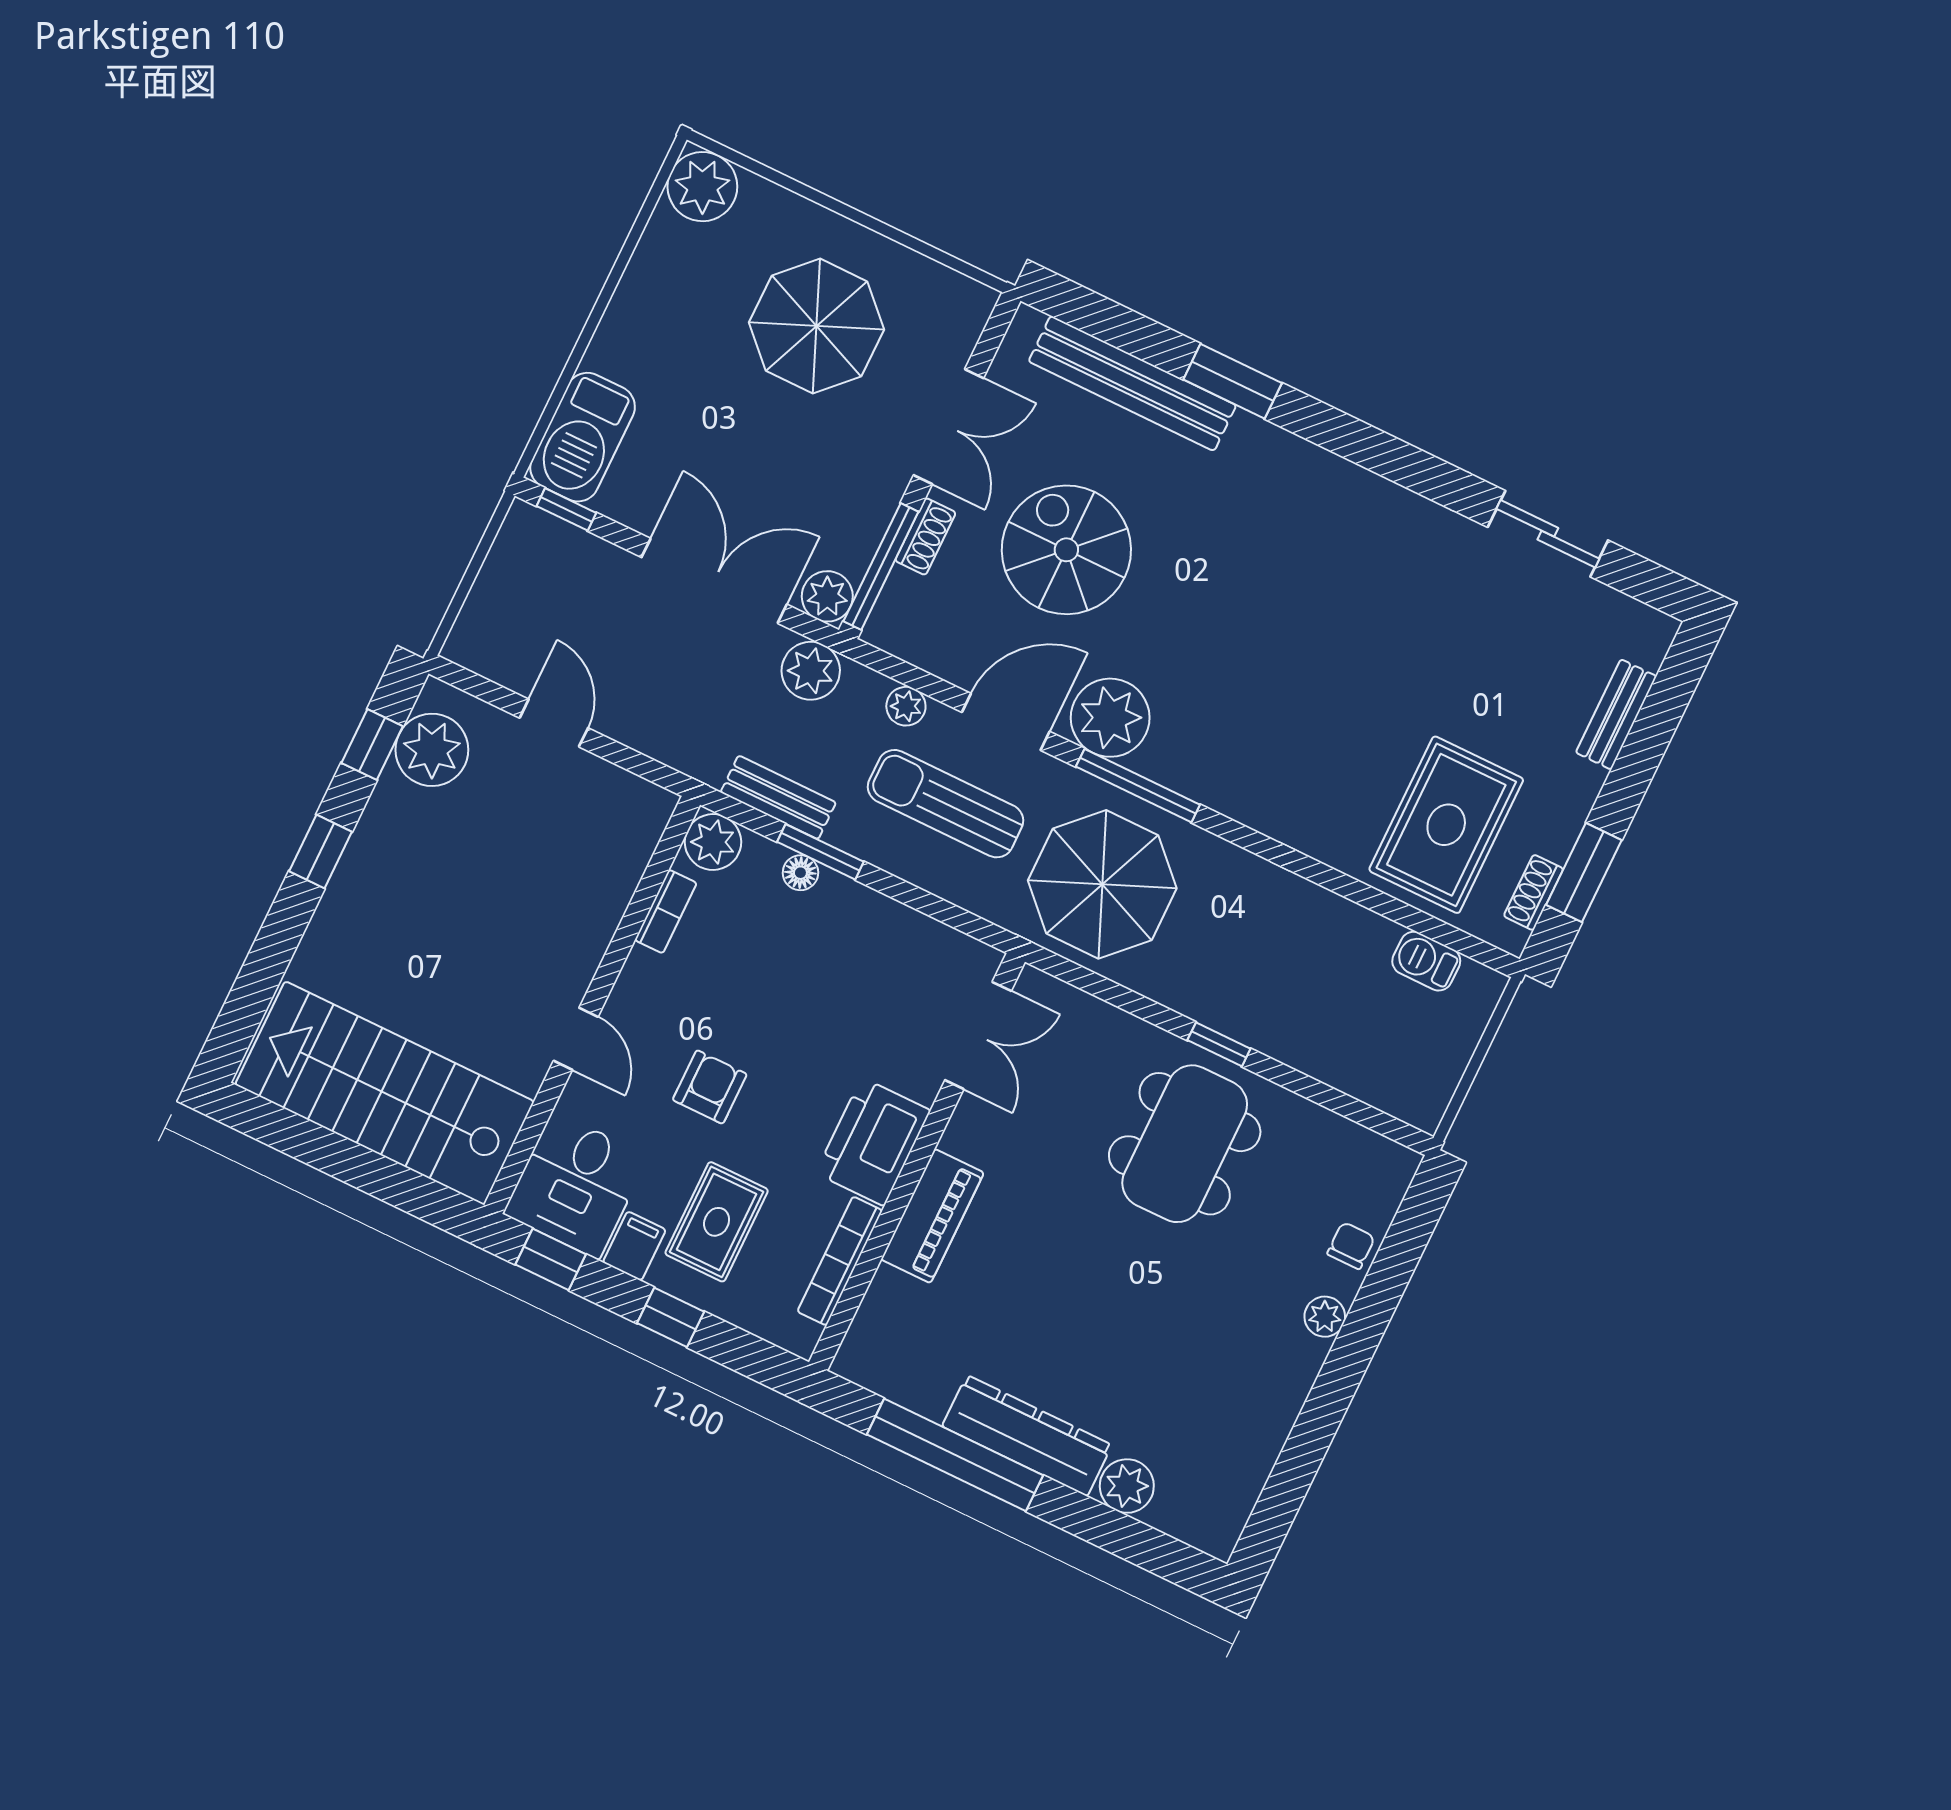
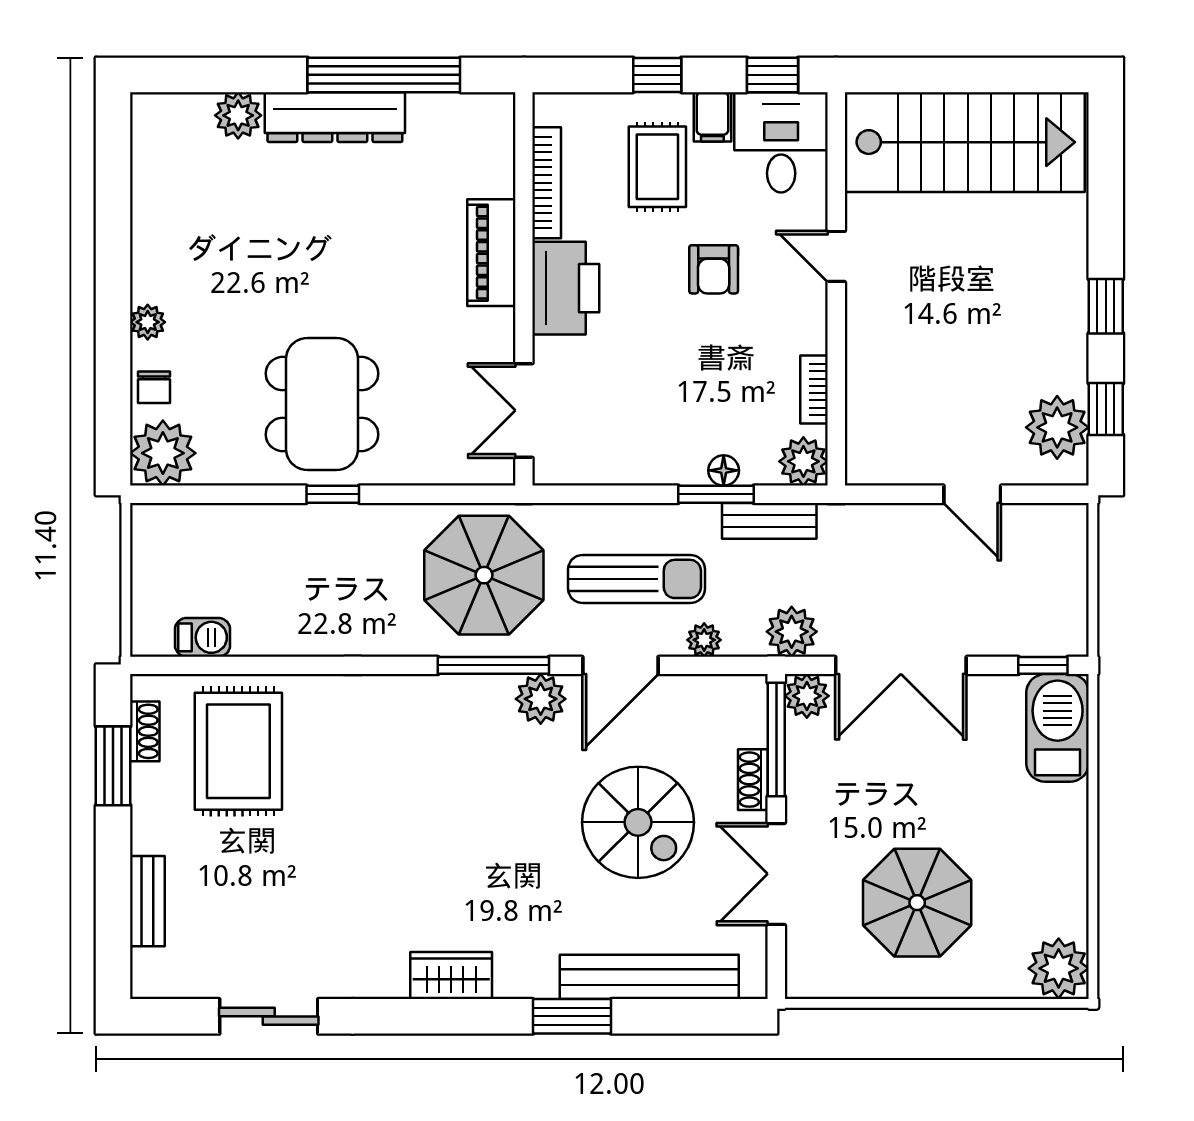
wardrobe: (1338, 484) -> (451, 976), added
plant: (1110, 718) -> (541, 699), width x0.73, depth x0.73
plant: (1375, 1173) -> (163, 453), added

